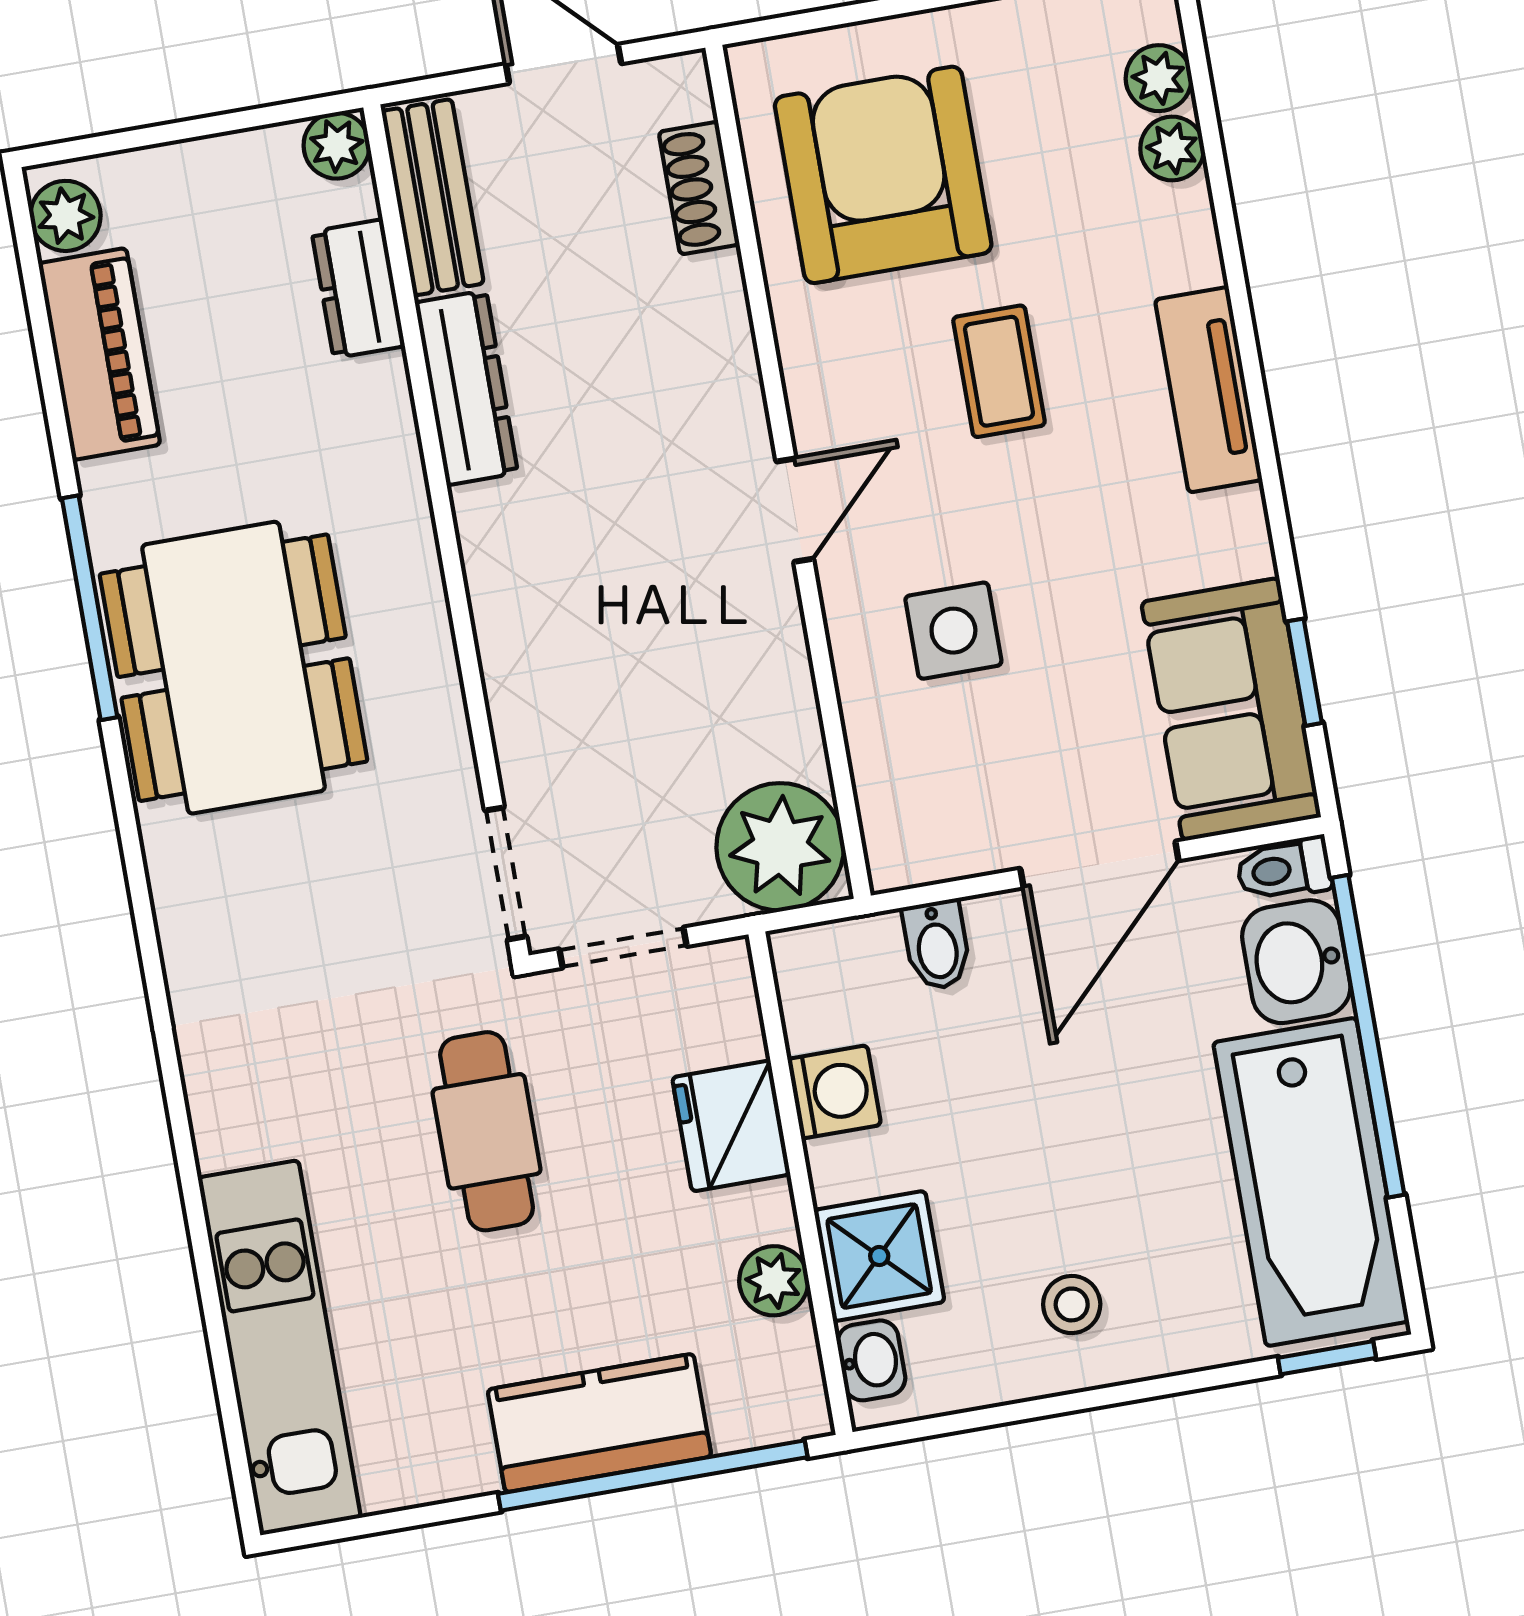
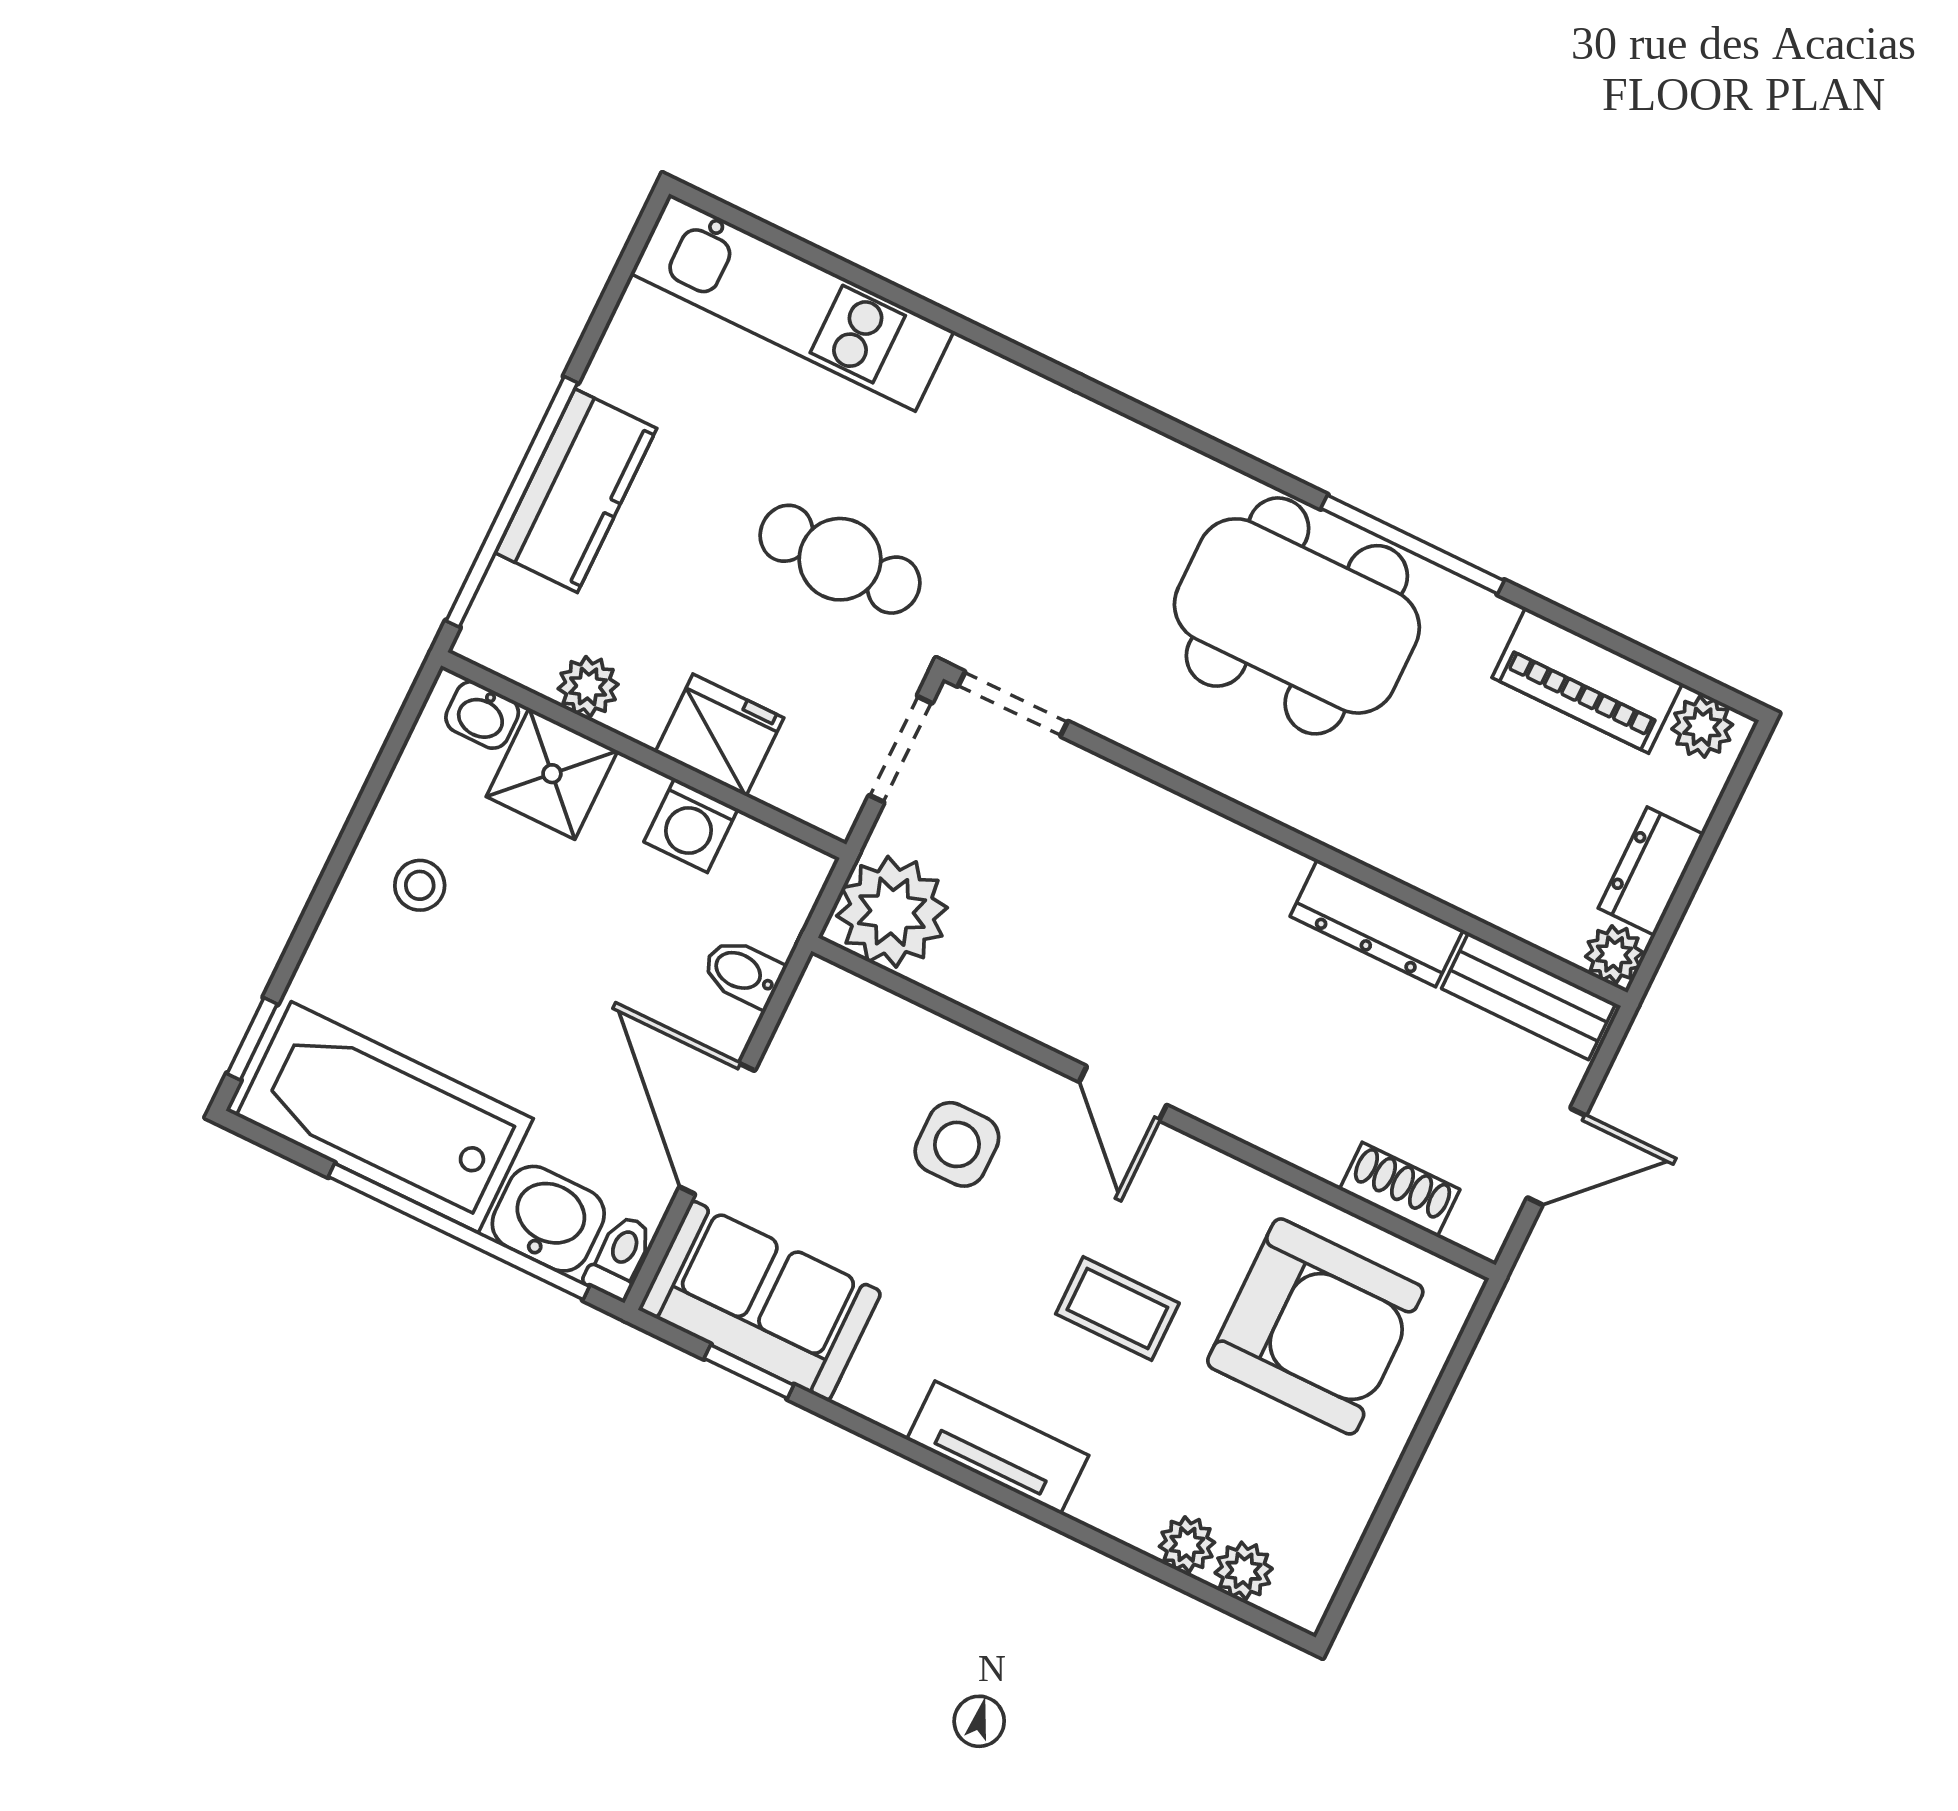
dresser: (358, 289) -> (1651, 871), moved, turned -90

